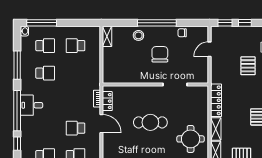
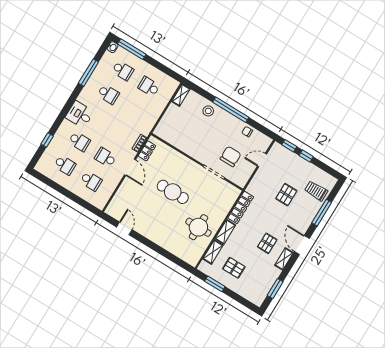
chair: (160, 54) -> (231, 156), moved
window: (17, 111) -> (65, 112), removed
school desk: (45, 128) -> (79, 141), added

